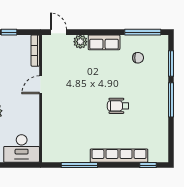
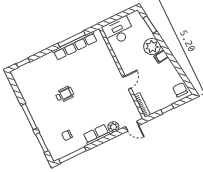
row of seats: (119, 156) -> (75, 46), moved

